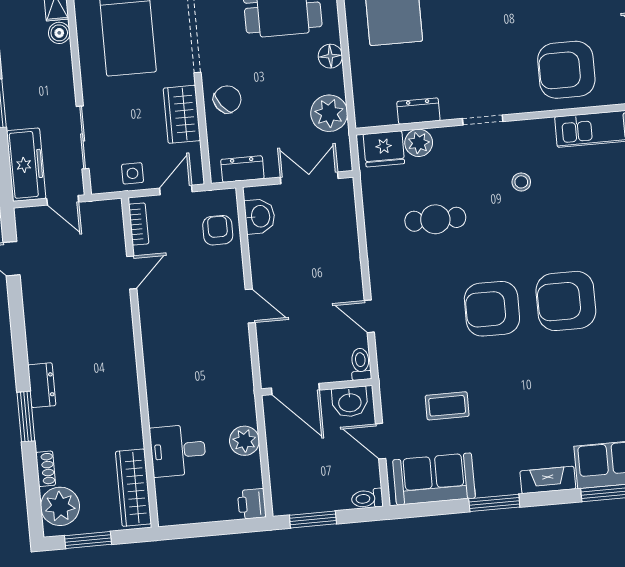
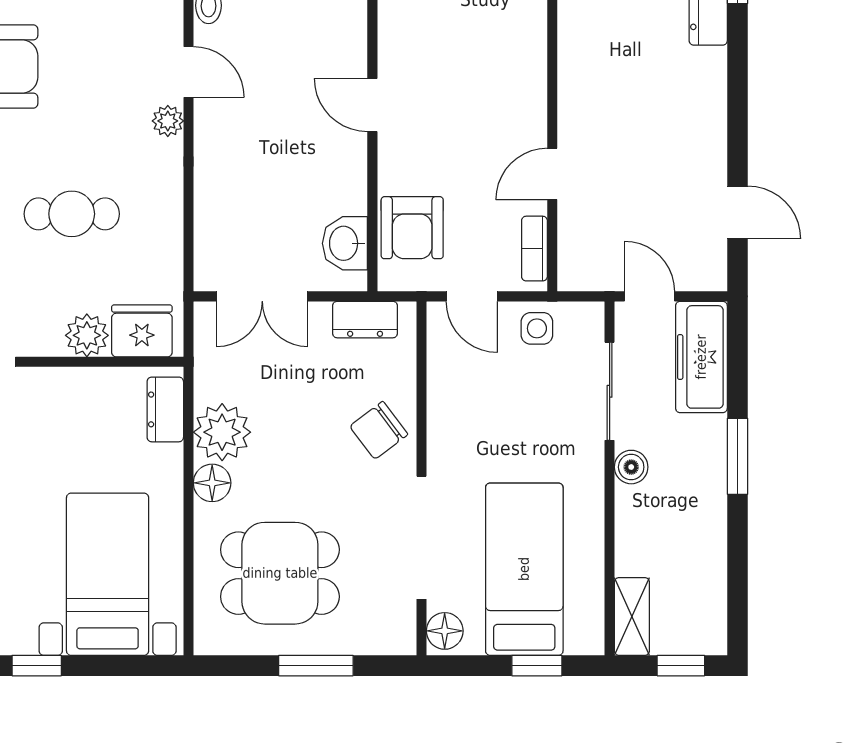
boiler: (59, 33) -> (631, 467), moved
dresser: (418, 111) -> (165, 409), moved, turned 90
plant: (329, 113) -> (222, 432), moved
wardrobe: (182, 114) -> (452, 413), removed
door: (176, 190) -> (472, 296), hinge flipped
armchair: (218, 230) -> (412, 228), width x1.38, depth x1.38
plant: (380, 284) -> (168, 121), added

